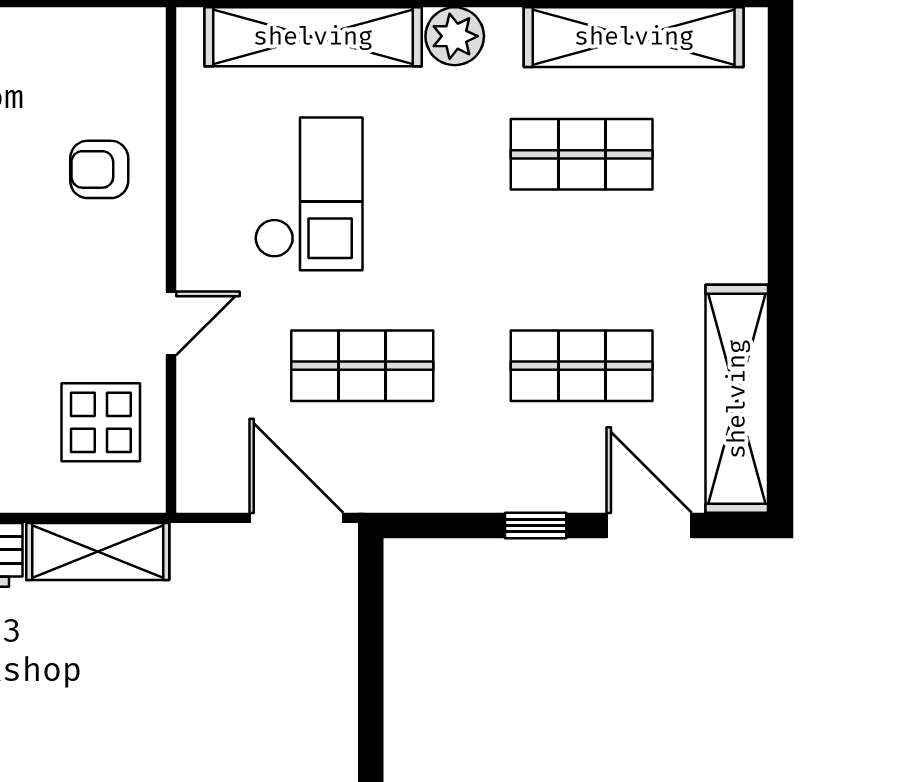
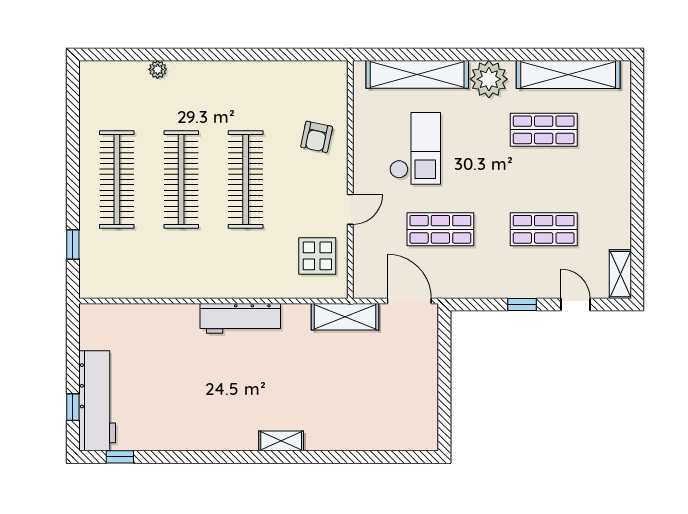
plant: (455, 36) -> (489, 79), width x1.36, depth x1.36
armchair: (99, 169) -> (317, 137), turned -78
shelving: (737, 399) -> (620, 274), width x0.45, depth x0.75
door: (649, 525) -> (576, 305), width x0.73
shelving: (98, 552) -> (345, 317), moved

